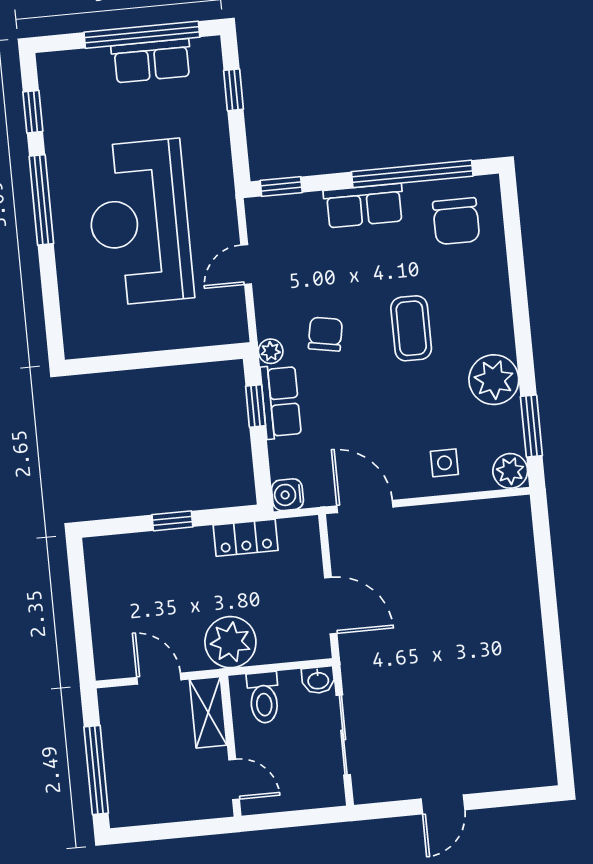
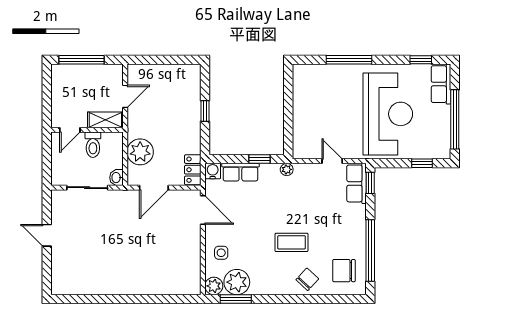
row of seats: (151, 61) -> (441, 84), moved
window: (41, 200) -> (349, 60), moved
row of seats: (364, 206) -> (357, 183), moved
reception desk: (139, 222) -> (388, 114), moved, turned 90
chair: (325, 334) -> (307, 279), moved, turned -57
plant: (494, 380) -> (237, 282), moved
row of seats: (281, 402) -> (240, 172), moved
door: (365, 507) -> (203, 210), hinge flipped
locker: (246, 538) -> (193, 170), moved
plant: (230, 642) -> (140, 152), moved
toilet: (264, 698) -> (93, 145), moved, turned -90

